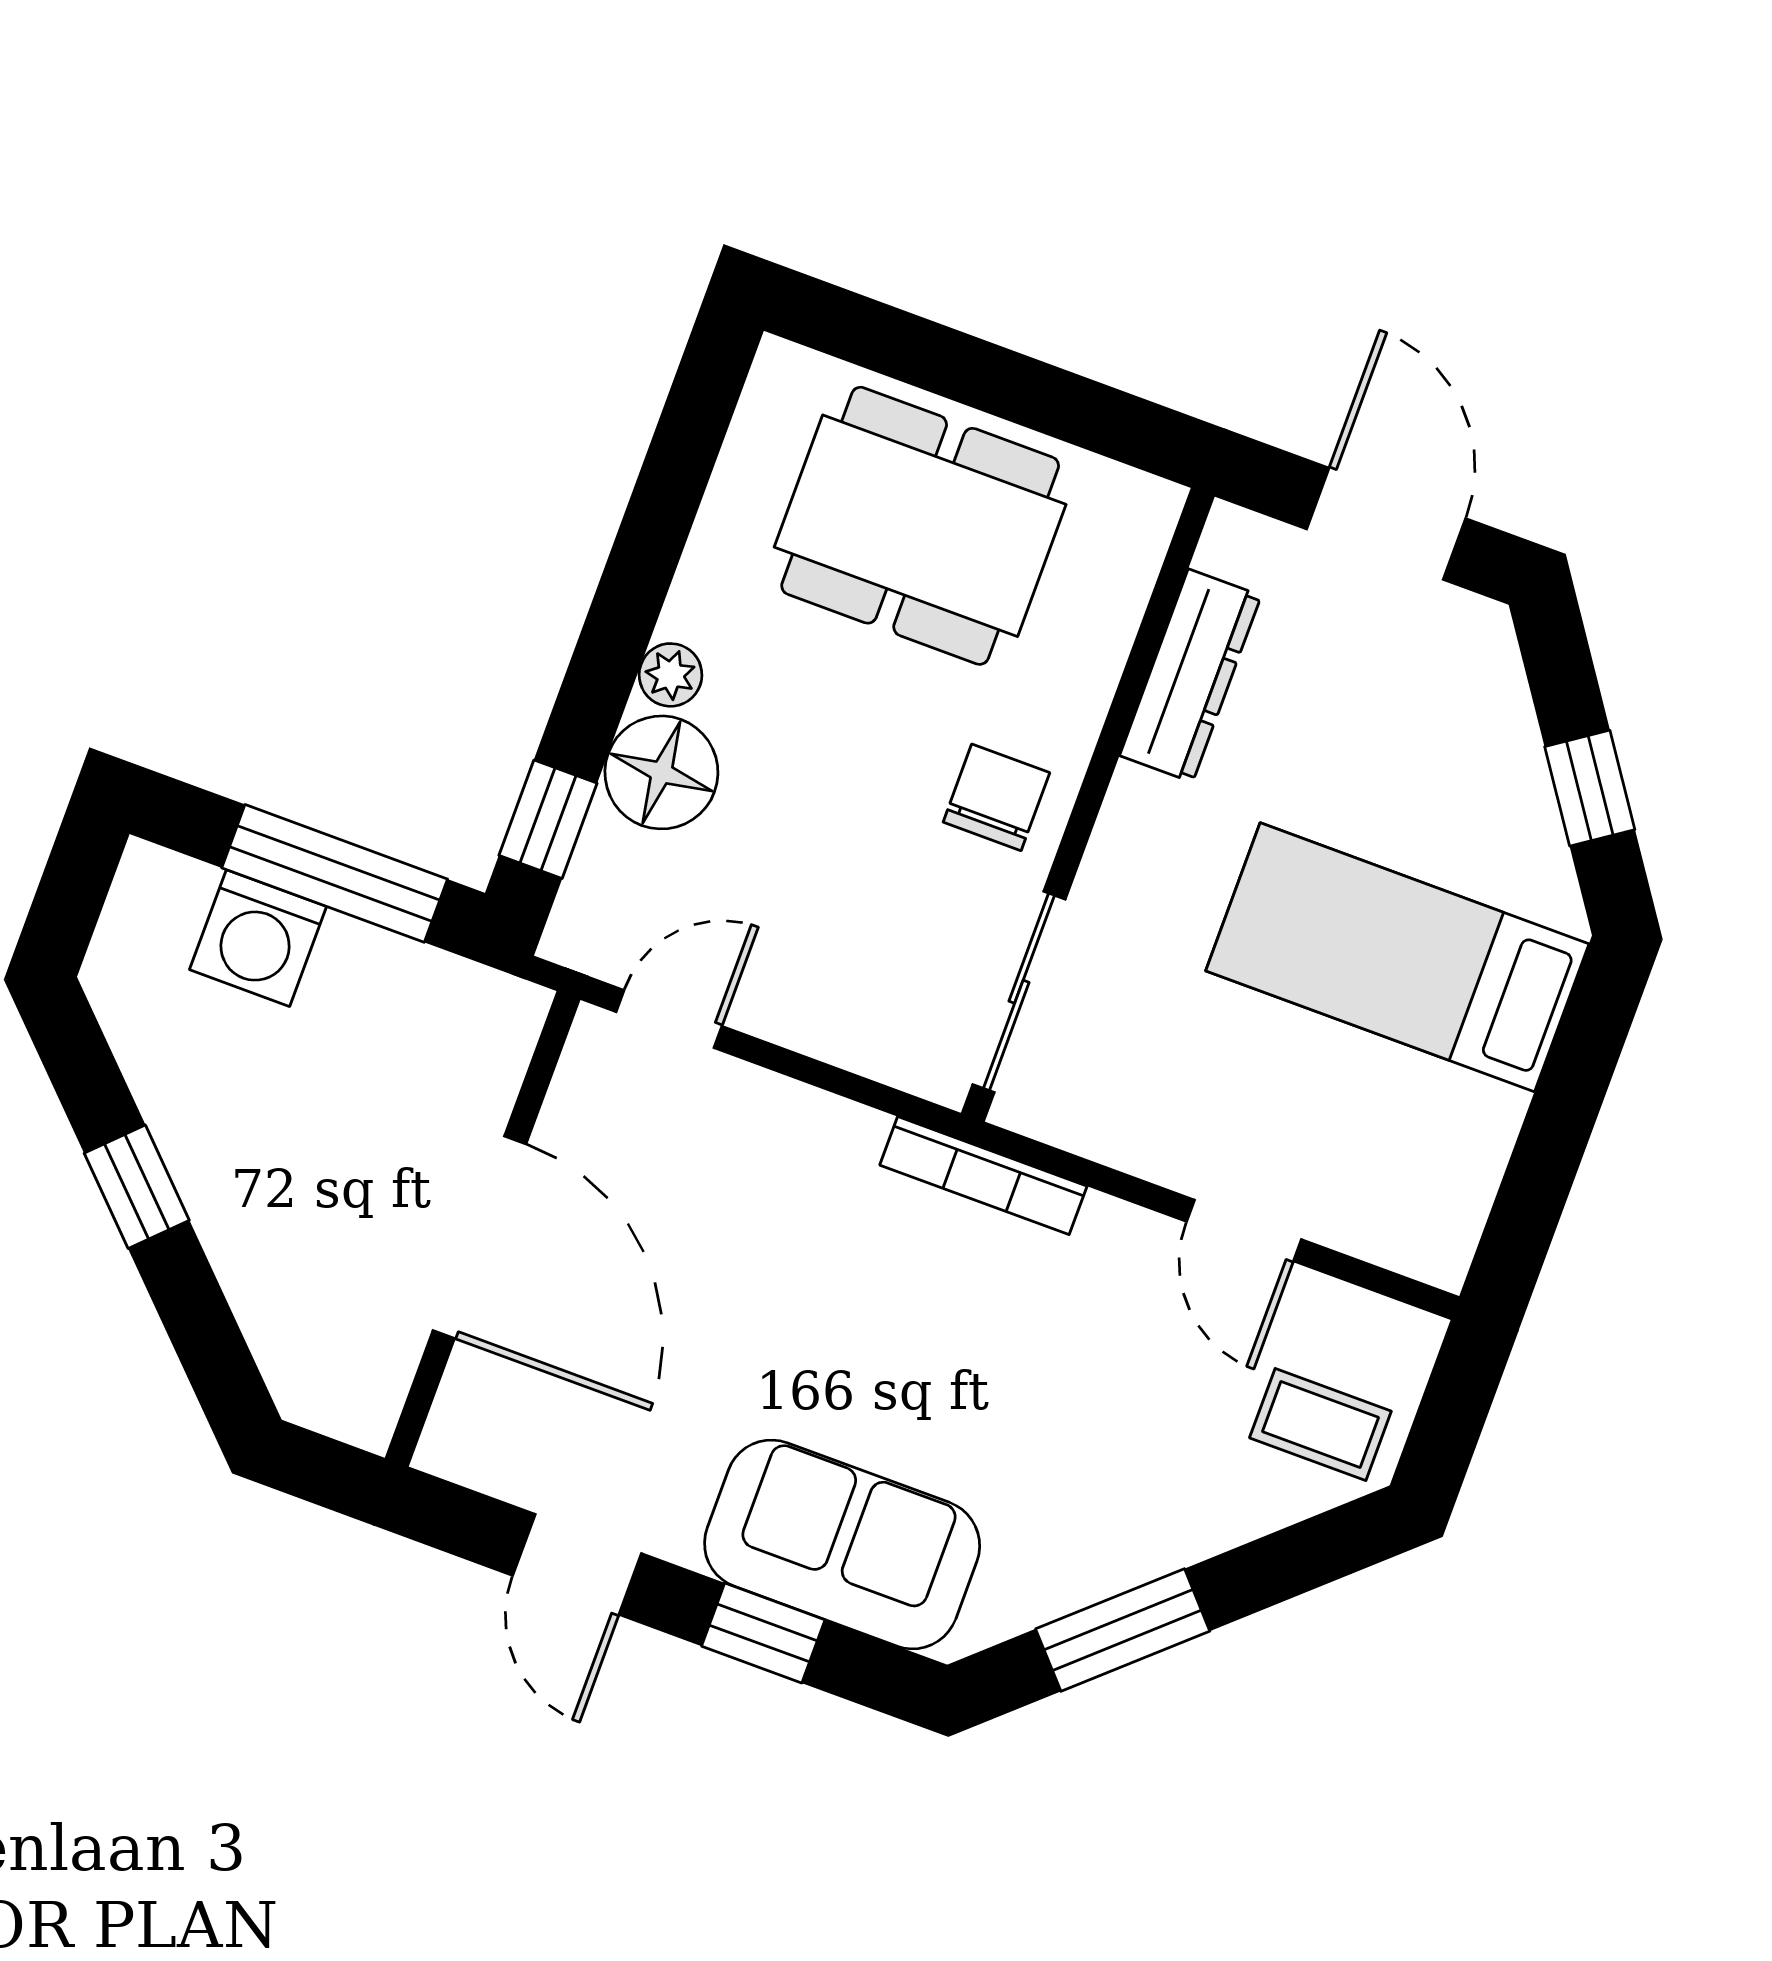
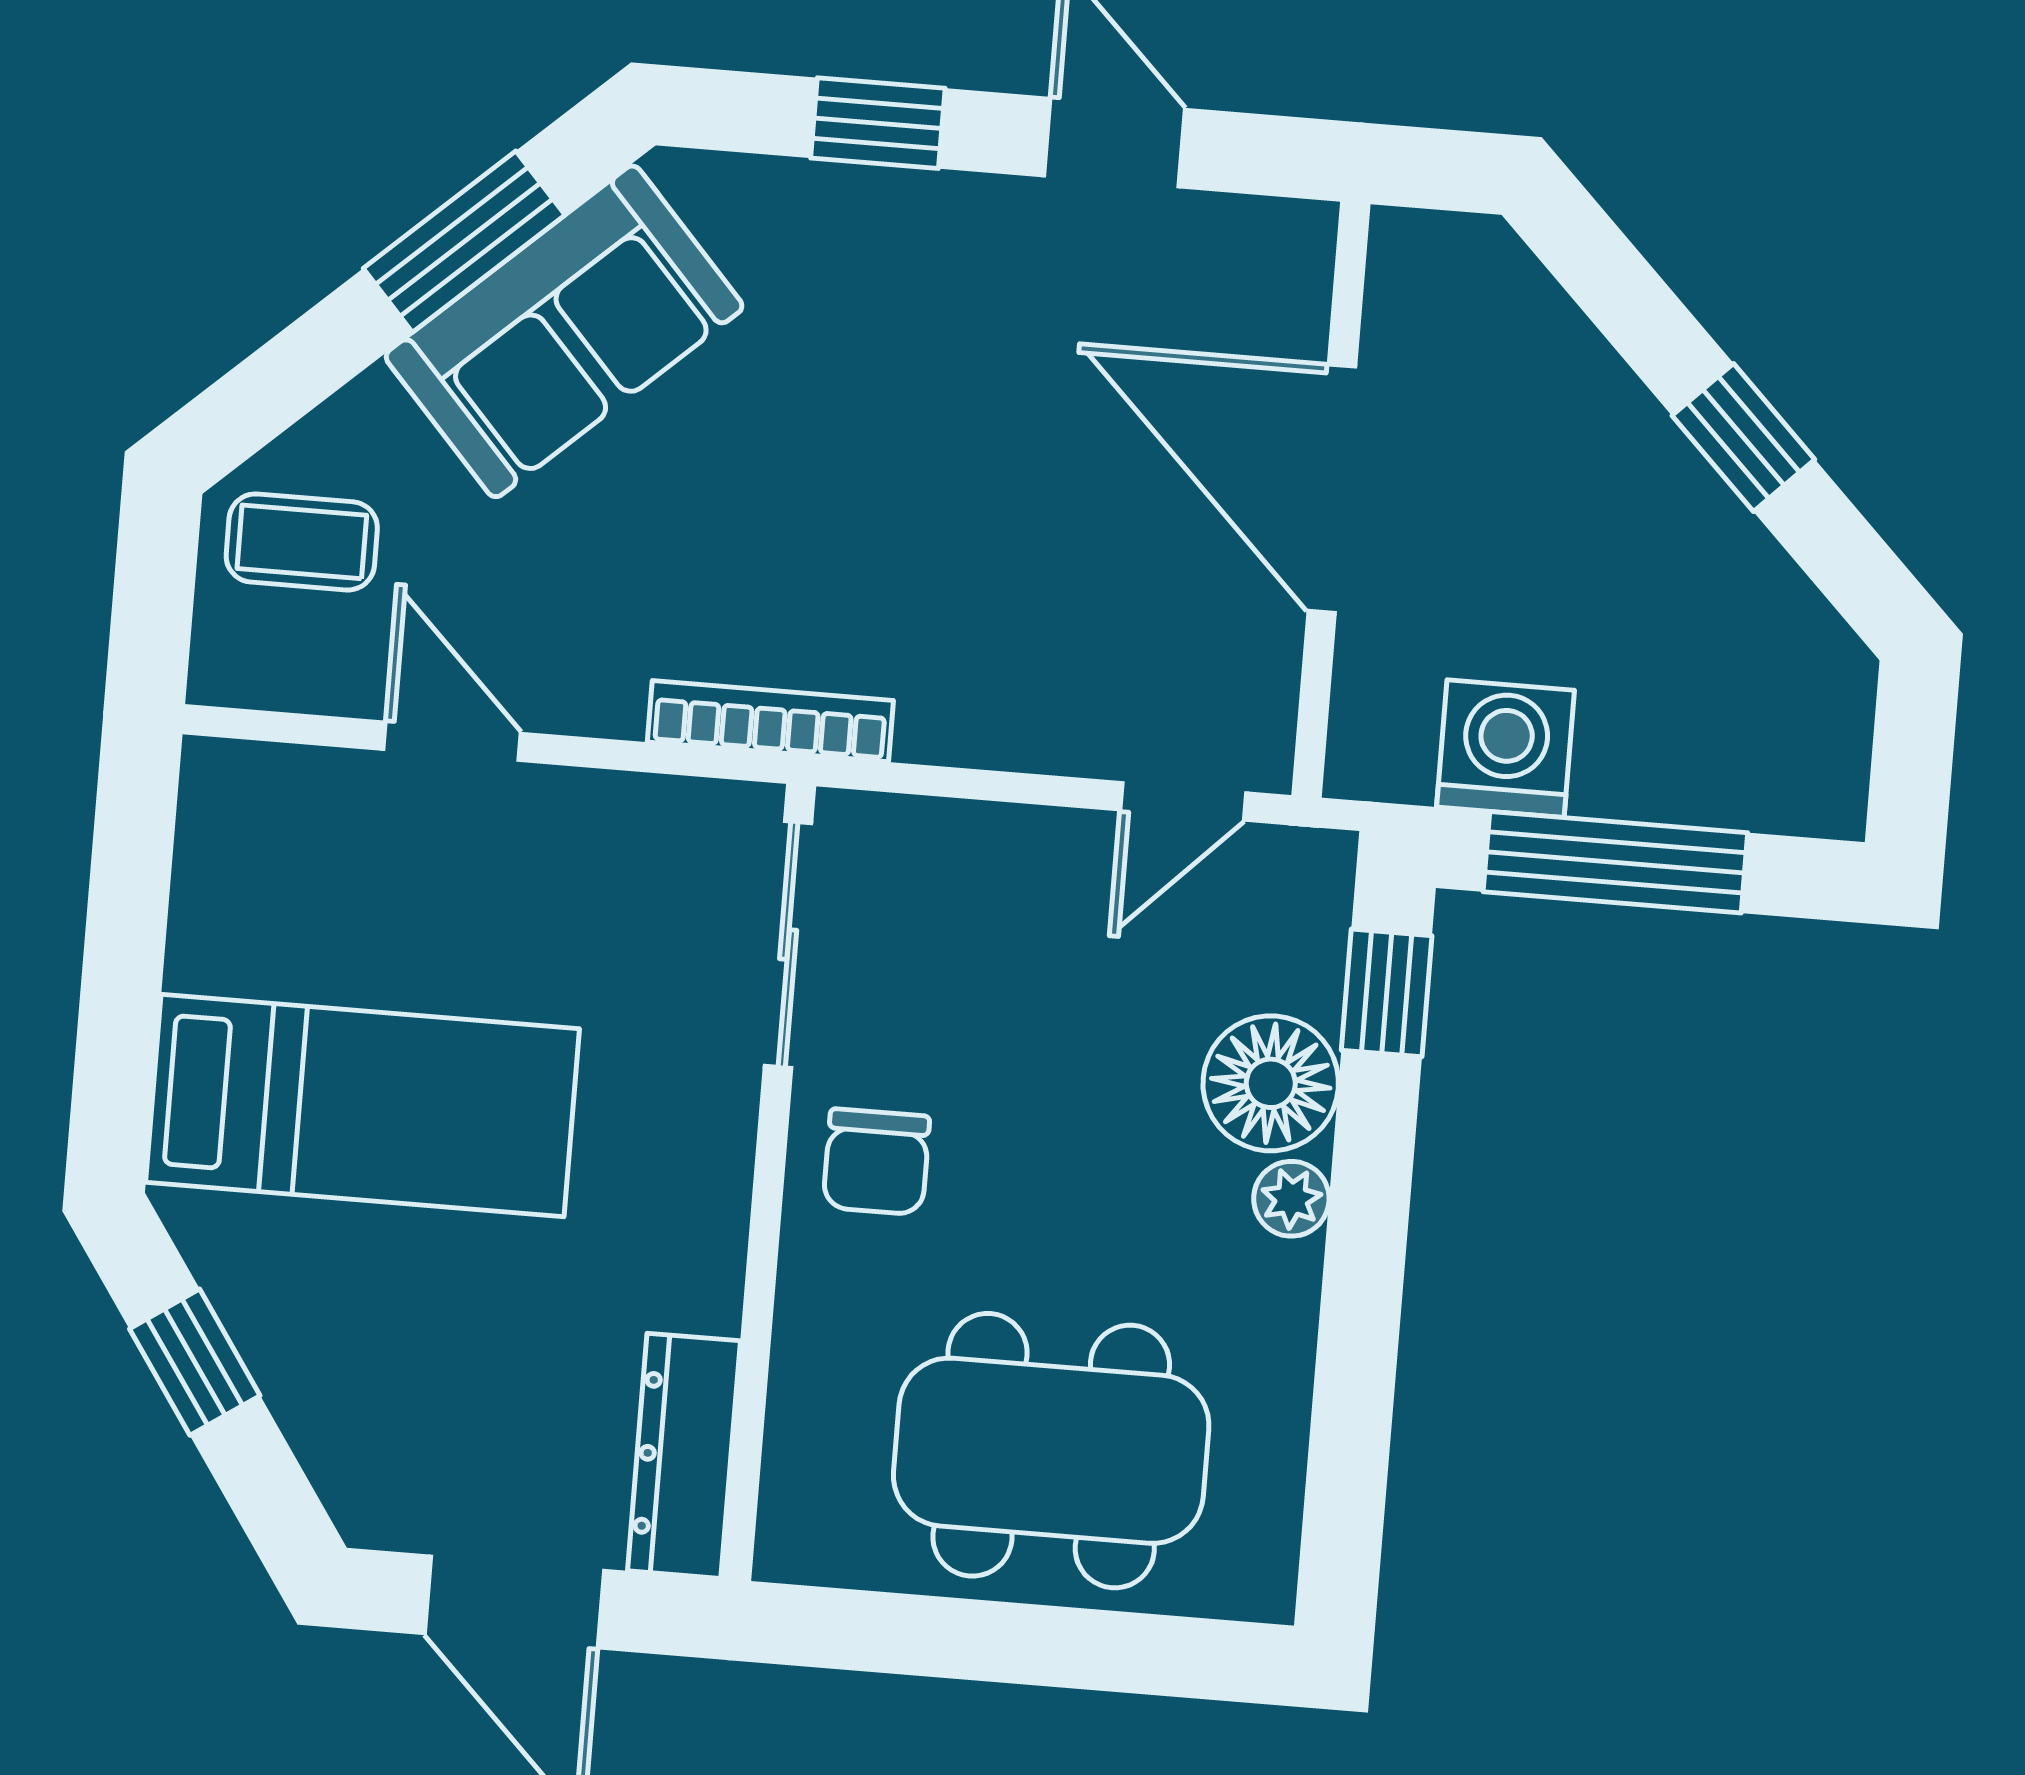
dresser: (1190, 676) -> (684, 1456), moved
washing machine: (258, 938) -> (1506, 749), moved
sofa: (842, 1544) -> (564, 331), moved, turned -42

